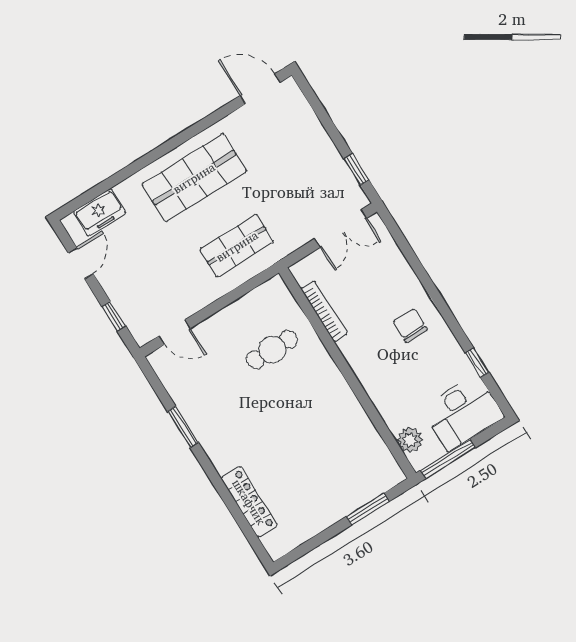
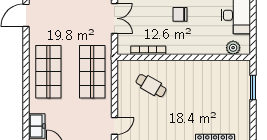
shop shelf: (237, 246) -> (92, 72), width x1.43, depth x1.36
cafe table: (272, 350) -> (151, 86), turned -60
window: (448, 459) -> (253, 36), removed

